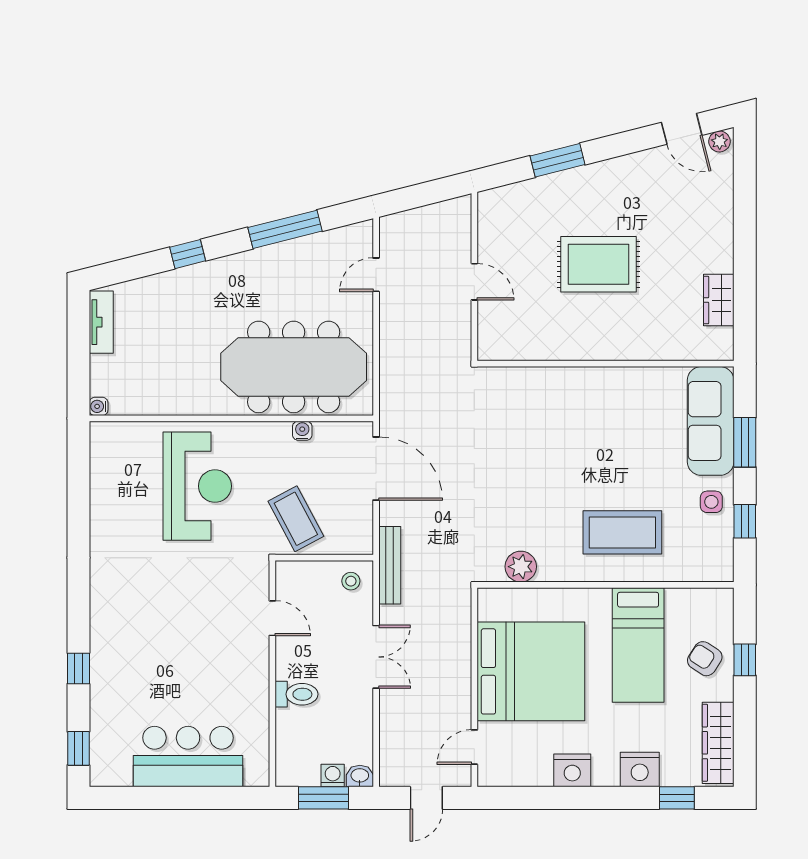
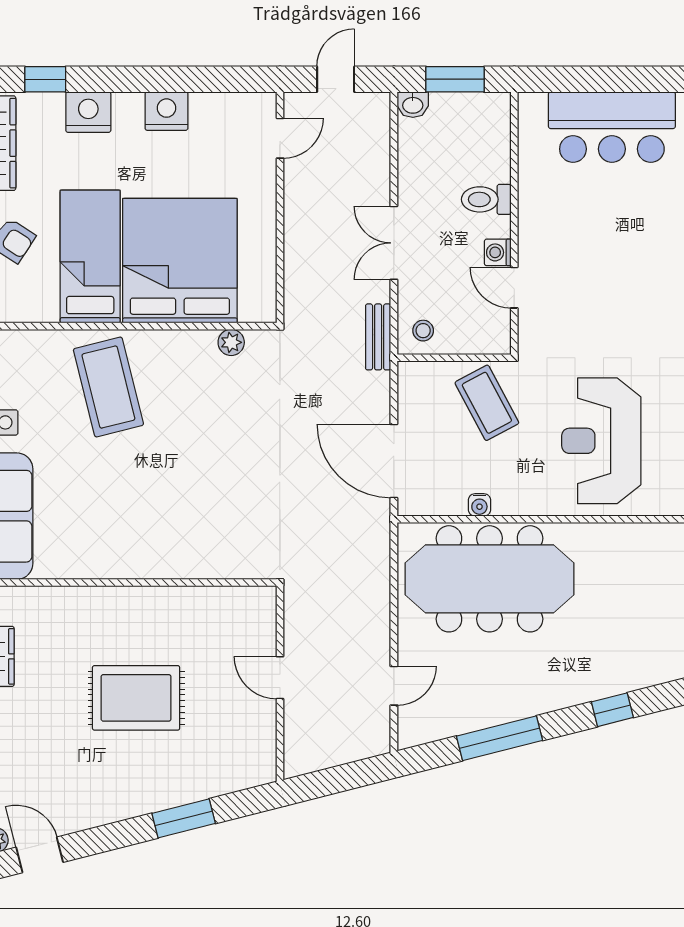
coffee table: (622, 532) -> (108, 387), turned 76
bench: (390, 565) -> (378, 337), width x0.73
plant: (521, 567) -> (231, 342), width x0.73, depth x0.73
bed: (531, 671) -> (180, 261), moved, turned 90
washing machine: (333, 776) -> (498, 252), moved, turned 90

